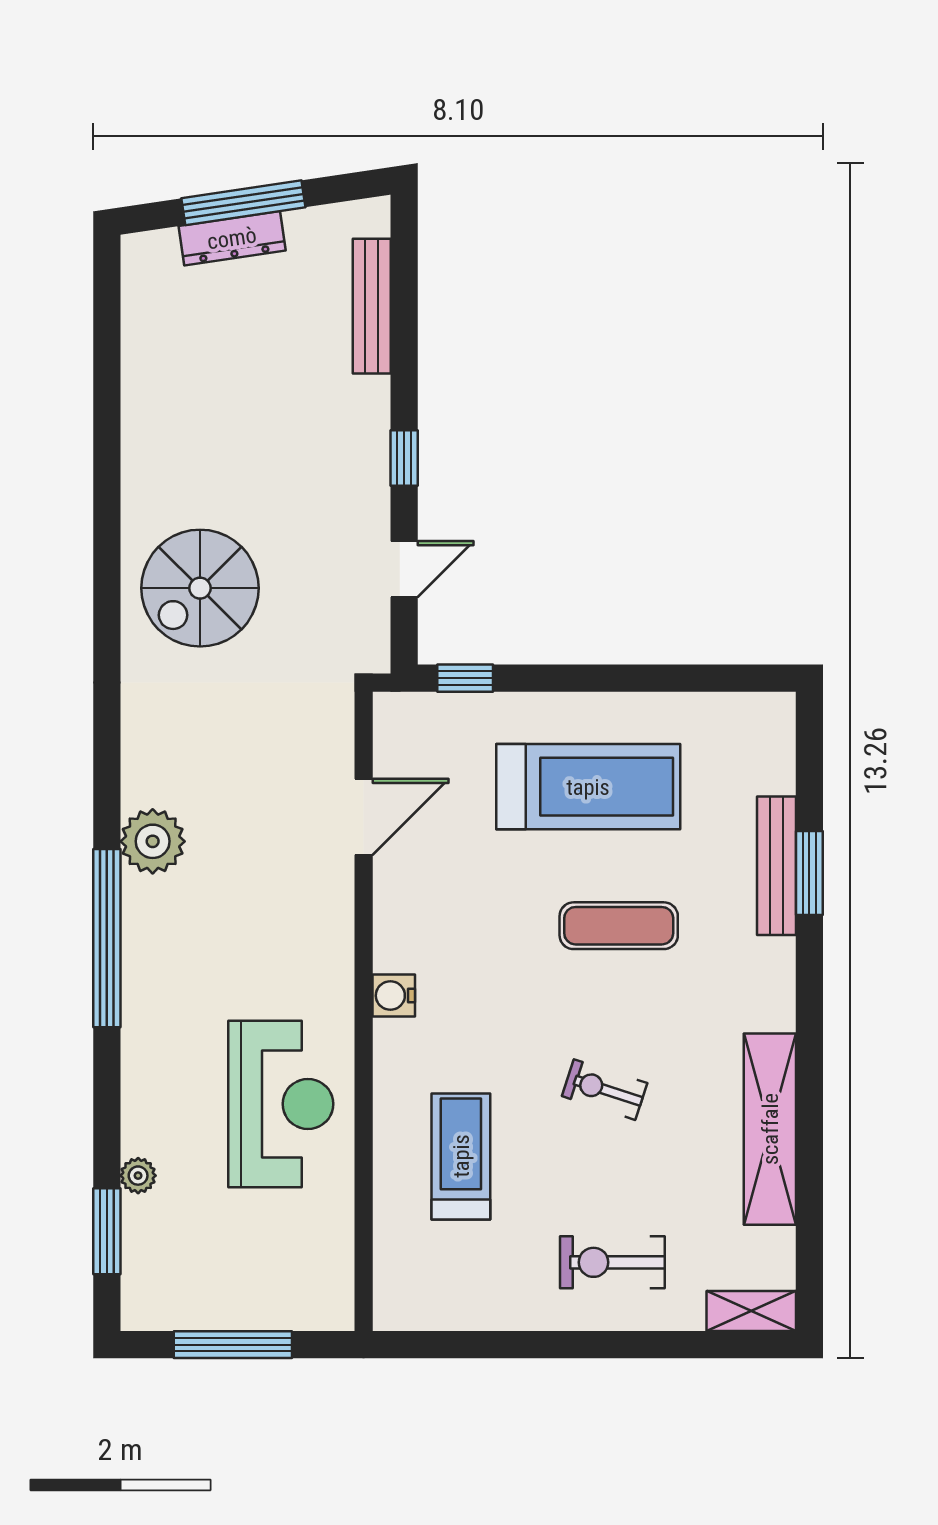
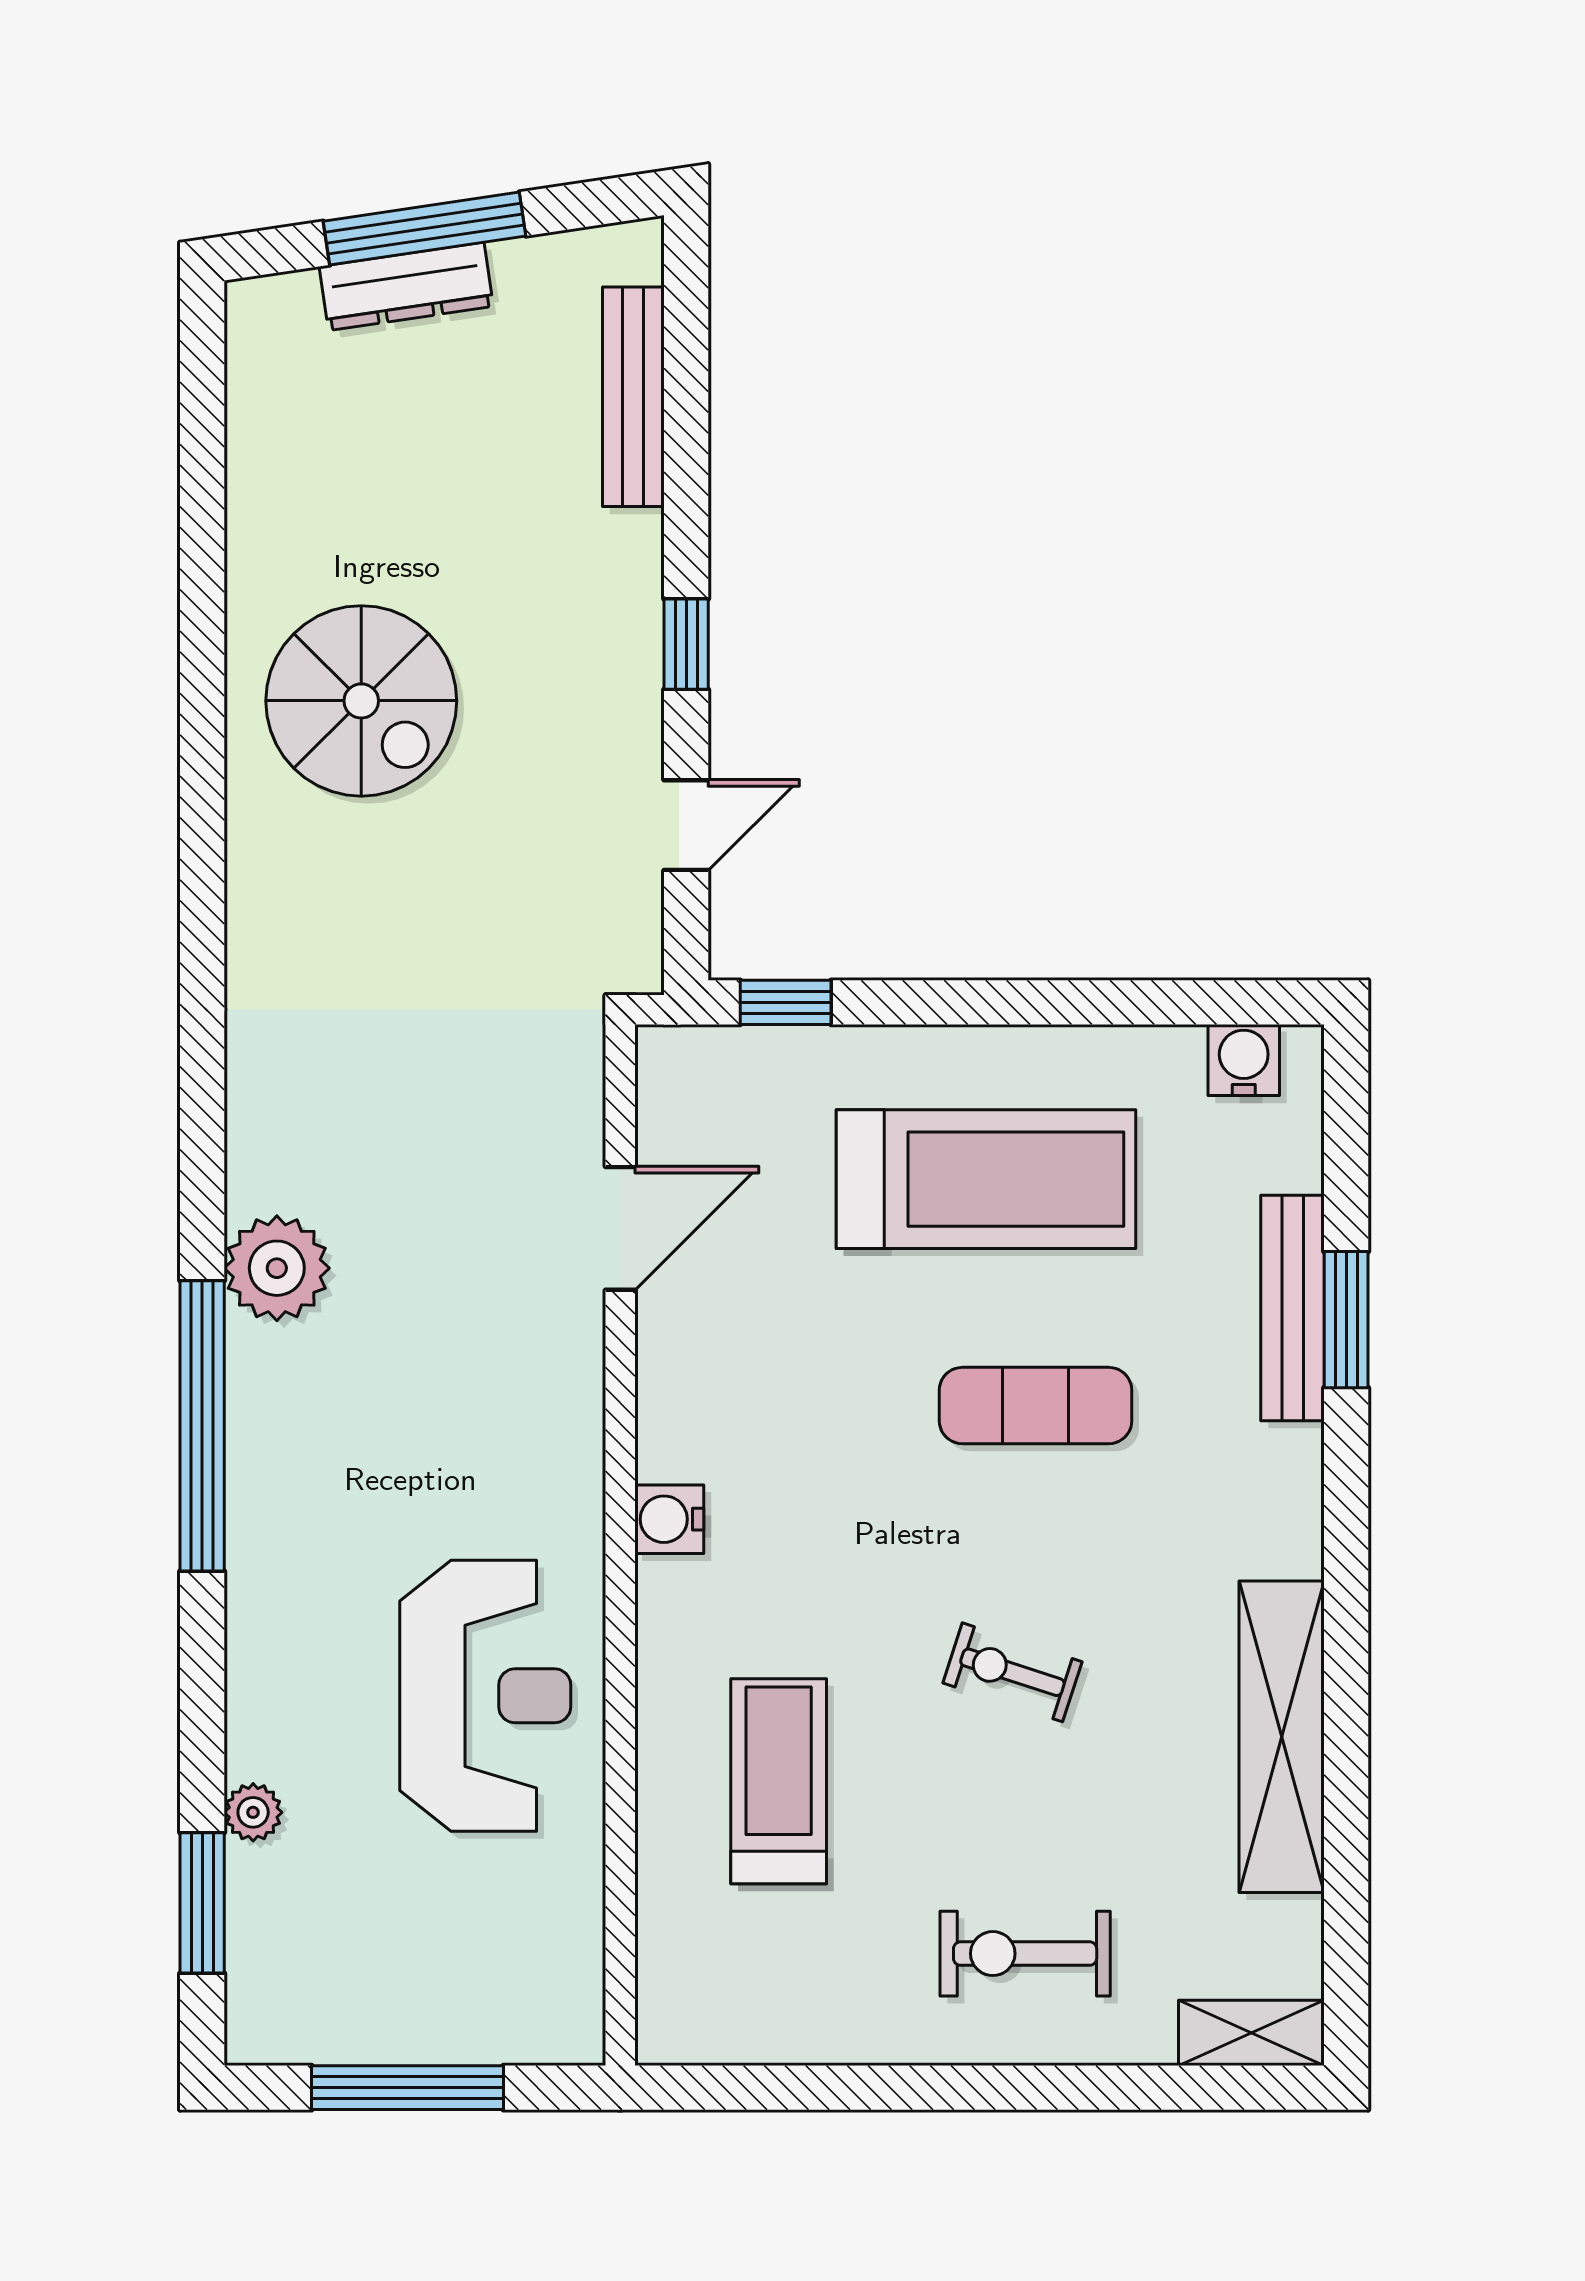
spiral stairs: (200, 588) -> (361, 701), moved, turned -90
water cooler: (747, 713) -> (1244, 1060), added

